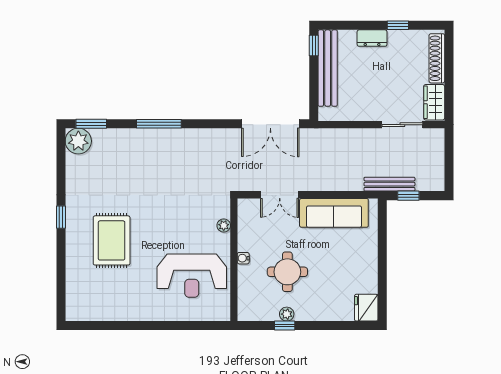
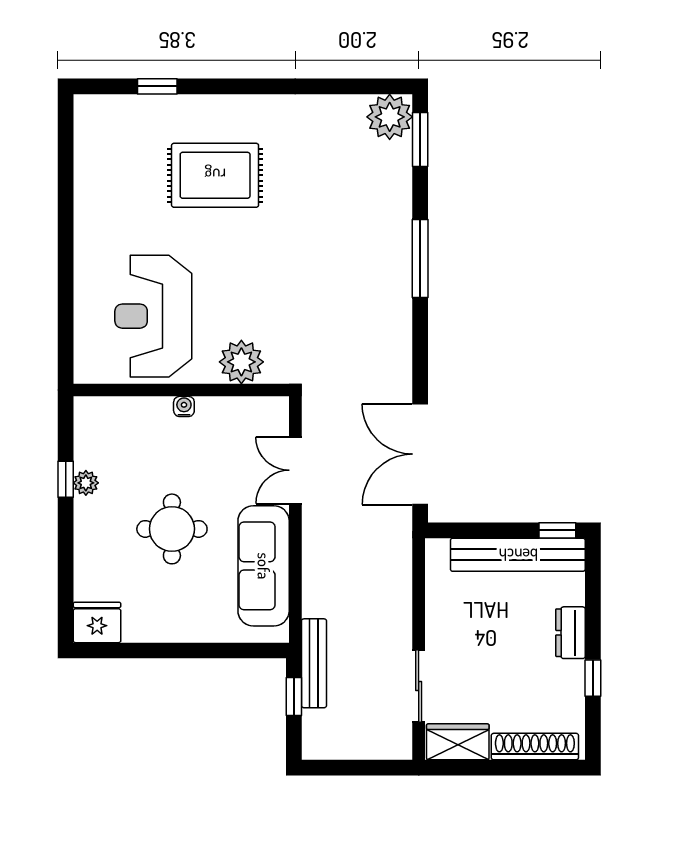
window: (61, 217) -> (157, 86), moved
plant: (224, 225) -> (241, 362), width x1.88, depth x1.88
round table: (287, 272) -> (172, 529), moved

